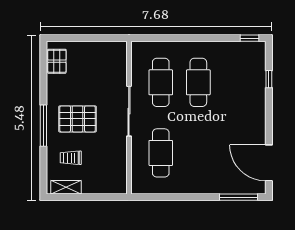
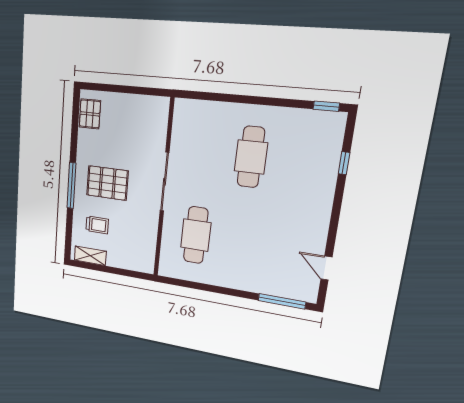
cafe table: (161, 82) -> (205, 152), removed
trolley: (71, 158) -> (97, 225), turned 180
door: (269, 163) -> (326, 268), width x0.53

